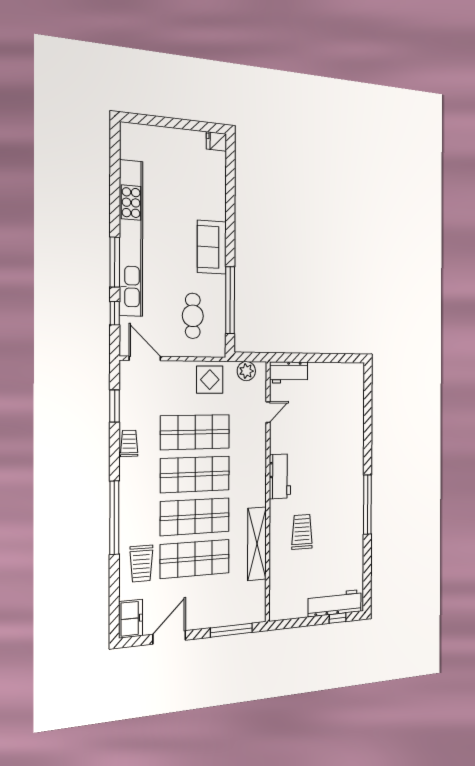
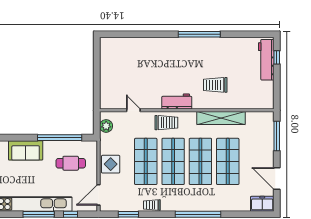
workbench: (289, 372) -> (107, 95), removed
display table: (210, 380) -> (111, 164), moved
trolley: (141, 564) -> (166, 123), moved

